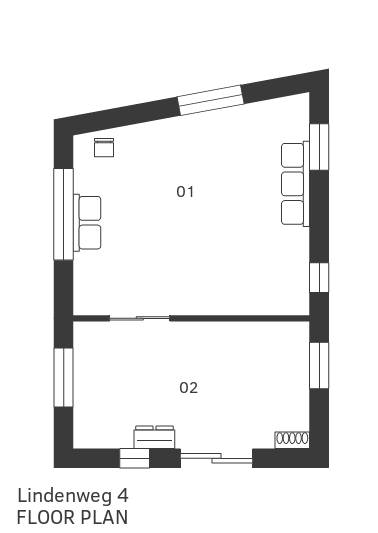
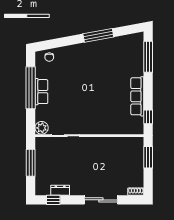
window: (319, 147) -> (148, 57), width x1.44
row of seats: (296, 184) -> (137, 96), moved
plant: (87, 301) -> (42, 128), added
dresser: (154, 437) -> (60, 190), moved
window: (135, 458) -> (53, 200), moved

